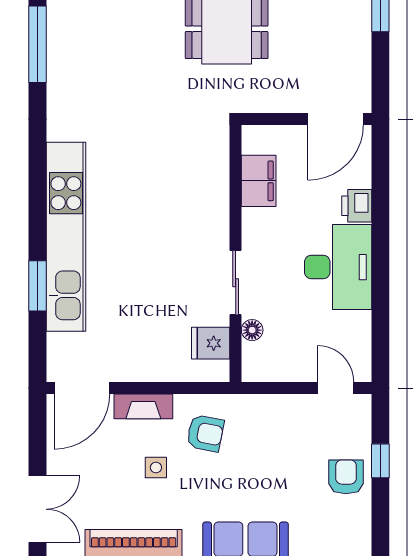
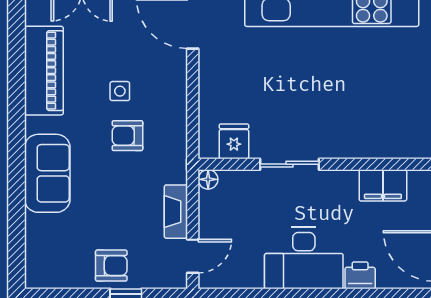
floor lamp: (252, 330) -> (208, 179), moved
fireplace: (143, 406) -> (176, 212), moved
armchair: (205, 433) -> (127, 136), moved, turned 79

